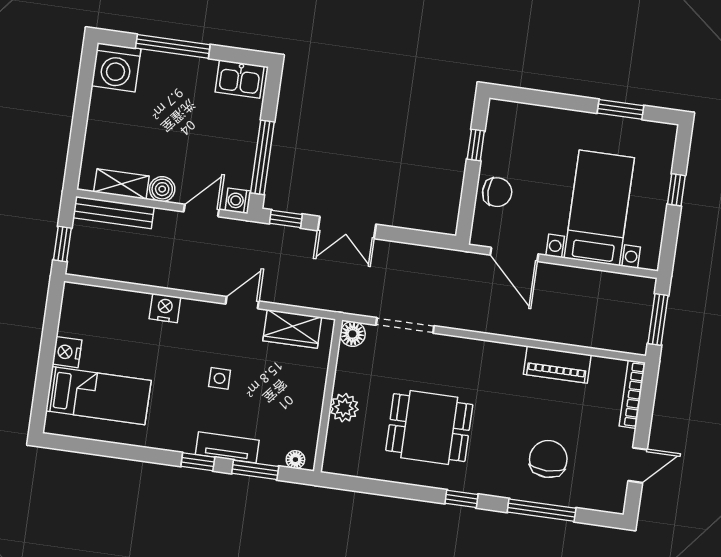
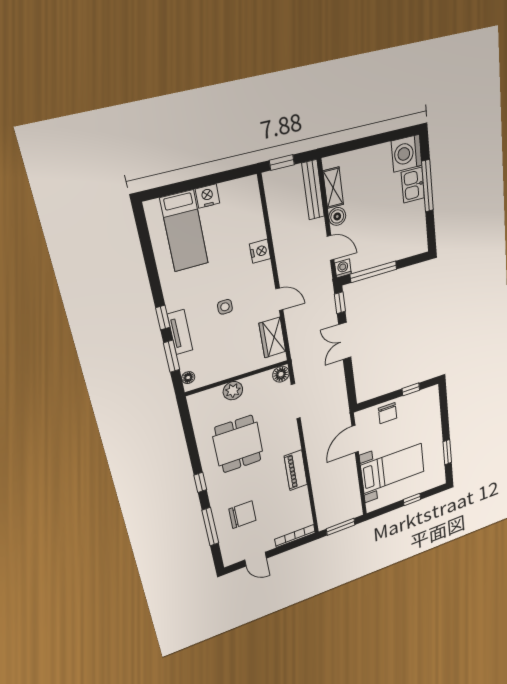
kitchen sink: (240, 79) -> (413, 185), moved
piano: (557, 365) -> (296, 470), moved

